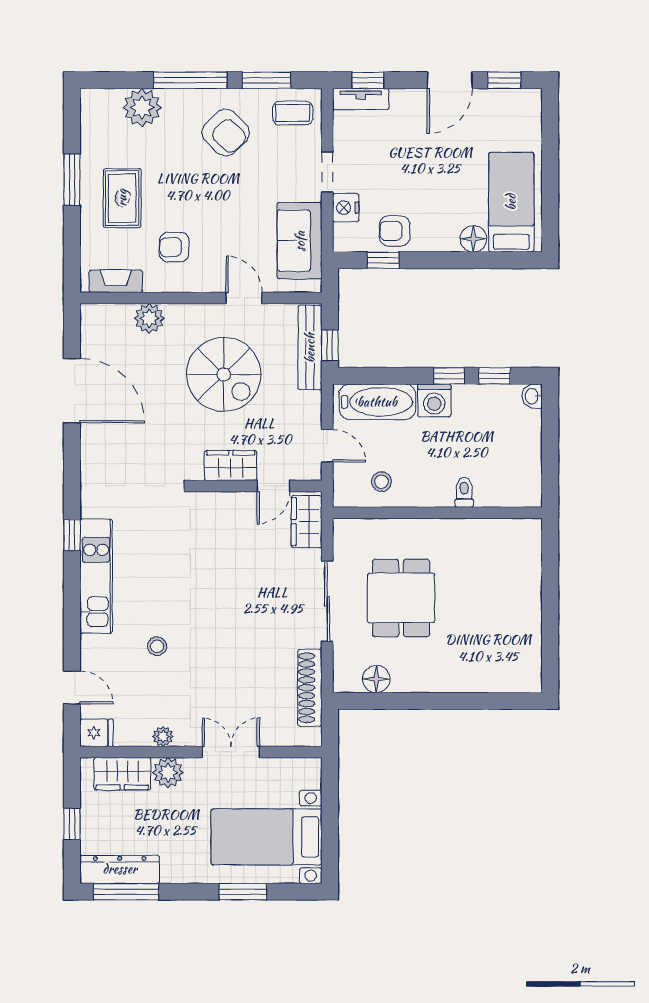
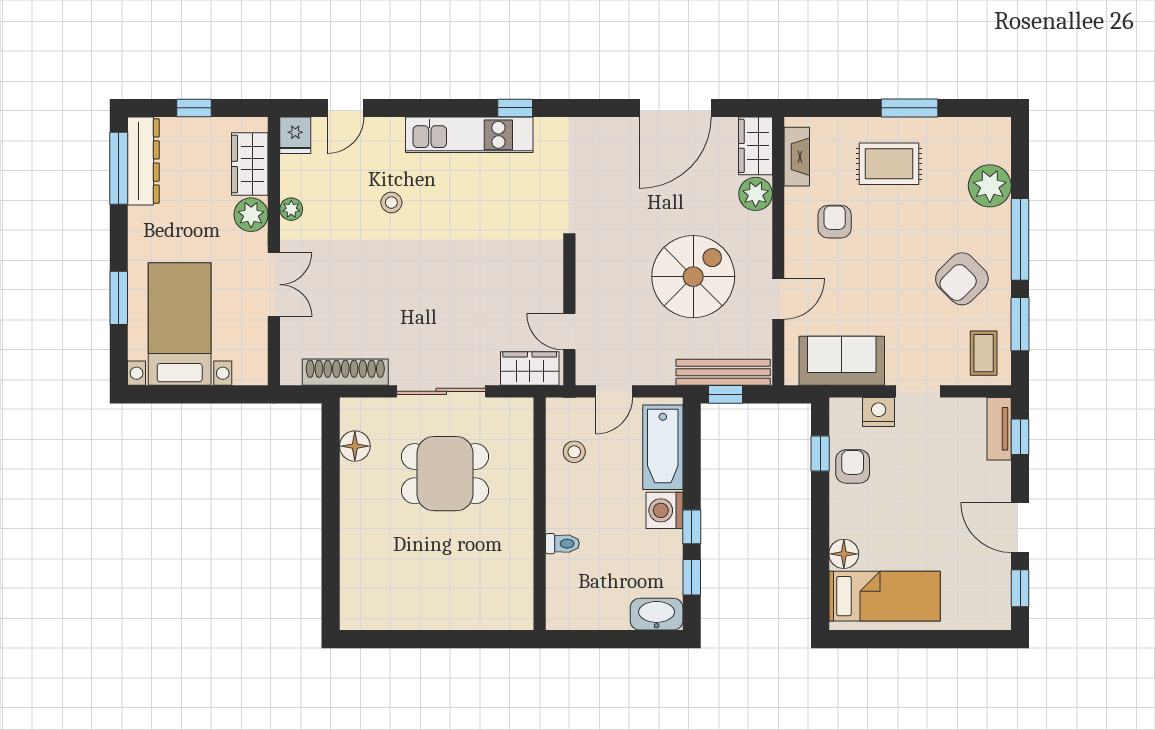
spiral stairs: (224, 374) -> (693, 277), turned 180
washbasin: (532, 396) -> (657, 614), width x1.91, depth x1.45
wardrobe: (231, 465) -> (756, 146), moved, turned 180

